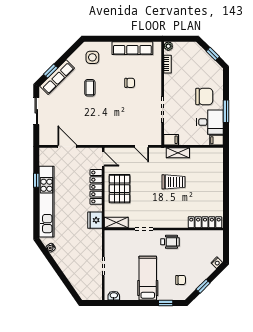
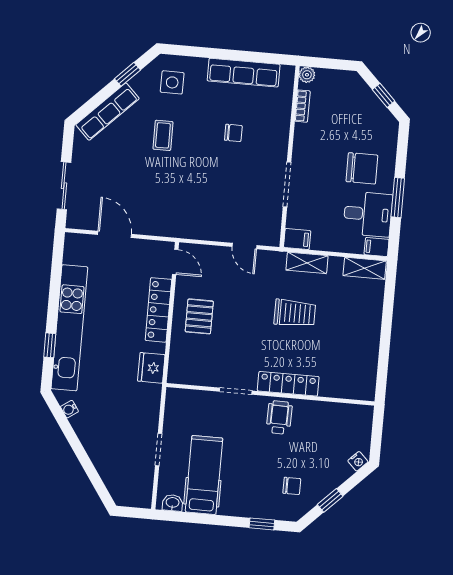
window: (51, 71) -> (127, 74), moved
sliding door: (36, 111) -> (64, 186), moved
window: (36, 180) -> (50, 345), moved
pallet: (120, 189) -> (199, 316), width x0.67, depth x0.71
locker: (205, 222) -> (288, 384), moved
shelving: (116, 223) -> (365, 268), moved
wheelchair: (170, 242) -> (279, 417), turned -89
hospital bed: (148, 278) -> (204, 475), moved

